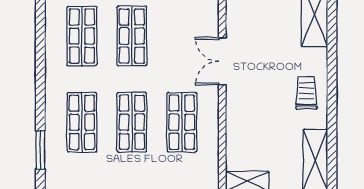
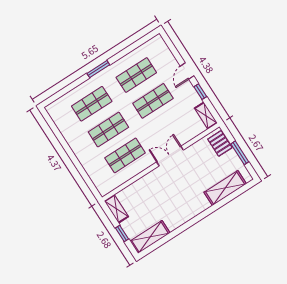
trolley: (306, 93) -> (182, 210), removed
window: (40, 150) -> (98, 69), moved

